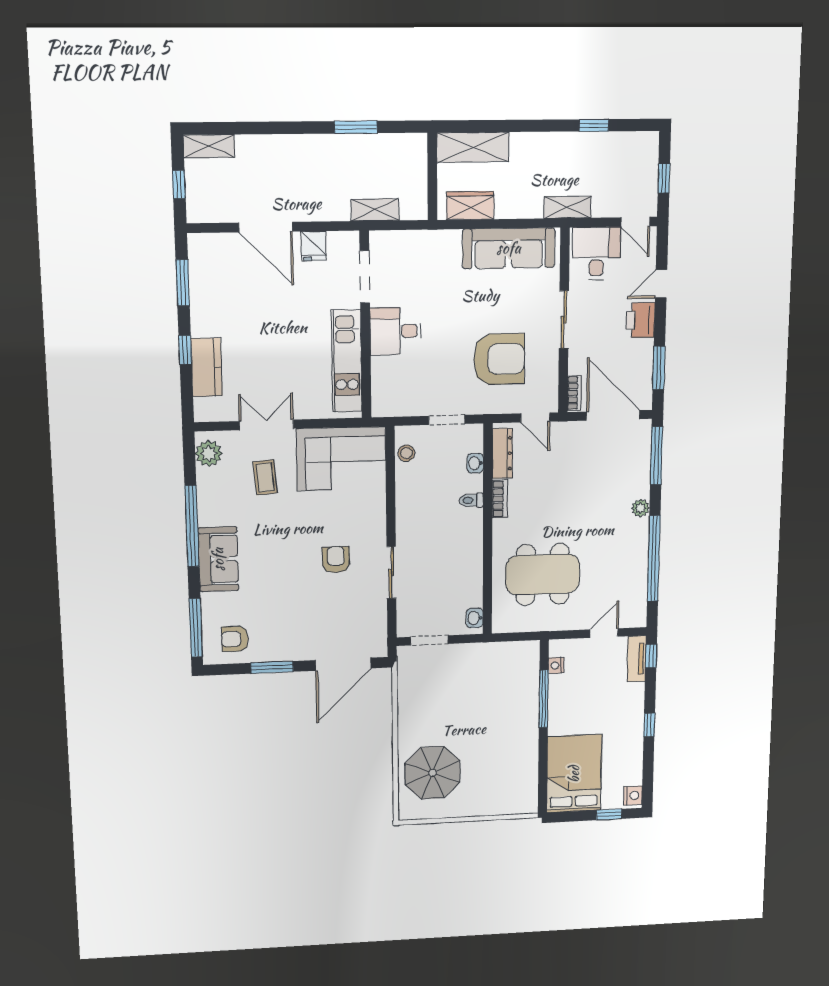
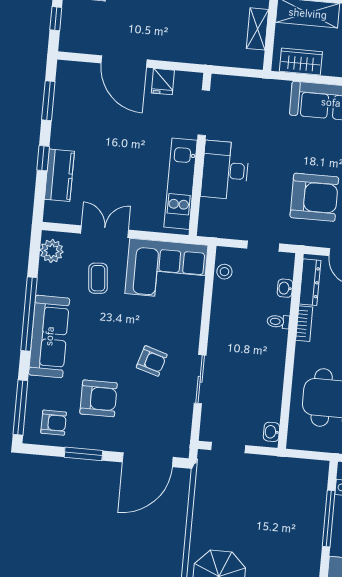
shelving: (375, 210) -> (257, 29), moved, turned 90
desk: (396, 331) -> (225, 170), width x1.37
sofa: (218, 559) -> (49, 336), width x1.36
armchair: (336, 560) -> (152, 361), turned 107
armchair: (282, 607) -> (99, 398), added
armchair: (235, 639) -> (54, 423), turned 180

